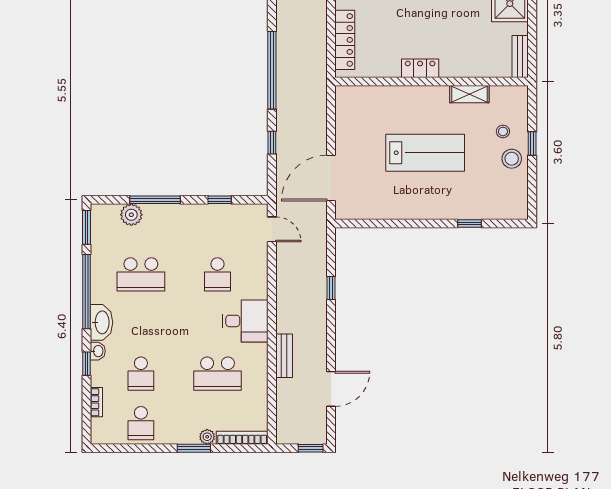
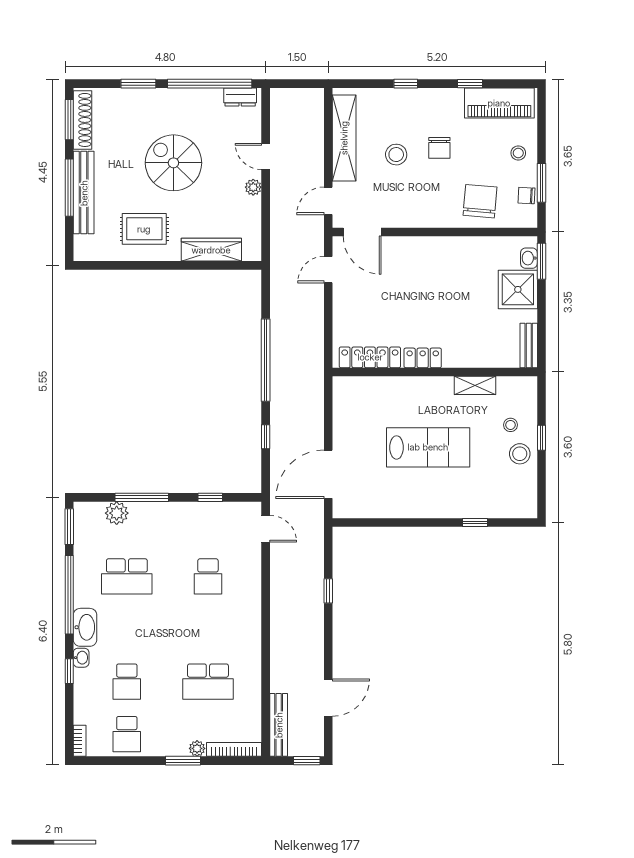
locker: (345, 40) -> (370, 357), moved, turned -90
desk: (245, 321) -> (237, 626), removed
bench: (284, 356) -> (279, 725), moved, width x1.36
bookcase: (96, 402) -> (80, 741), moved

